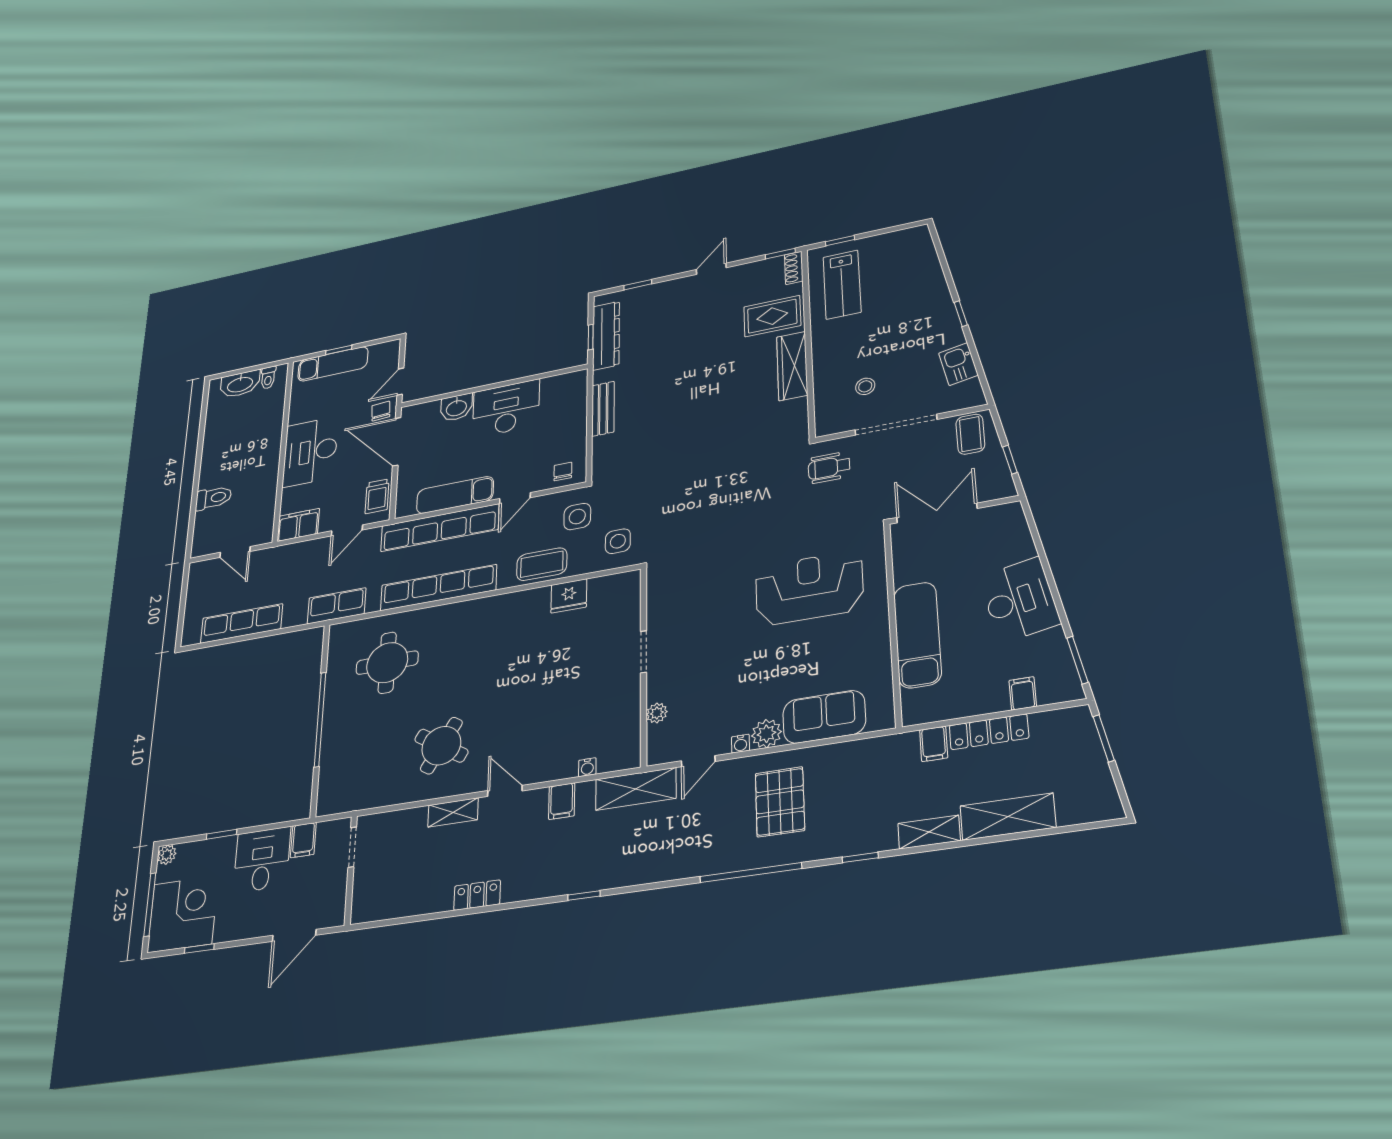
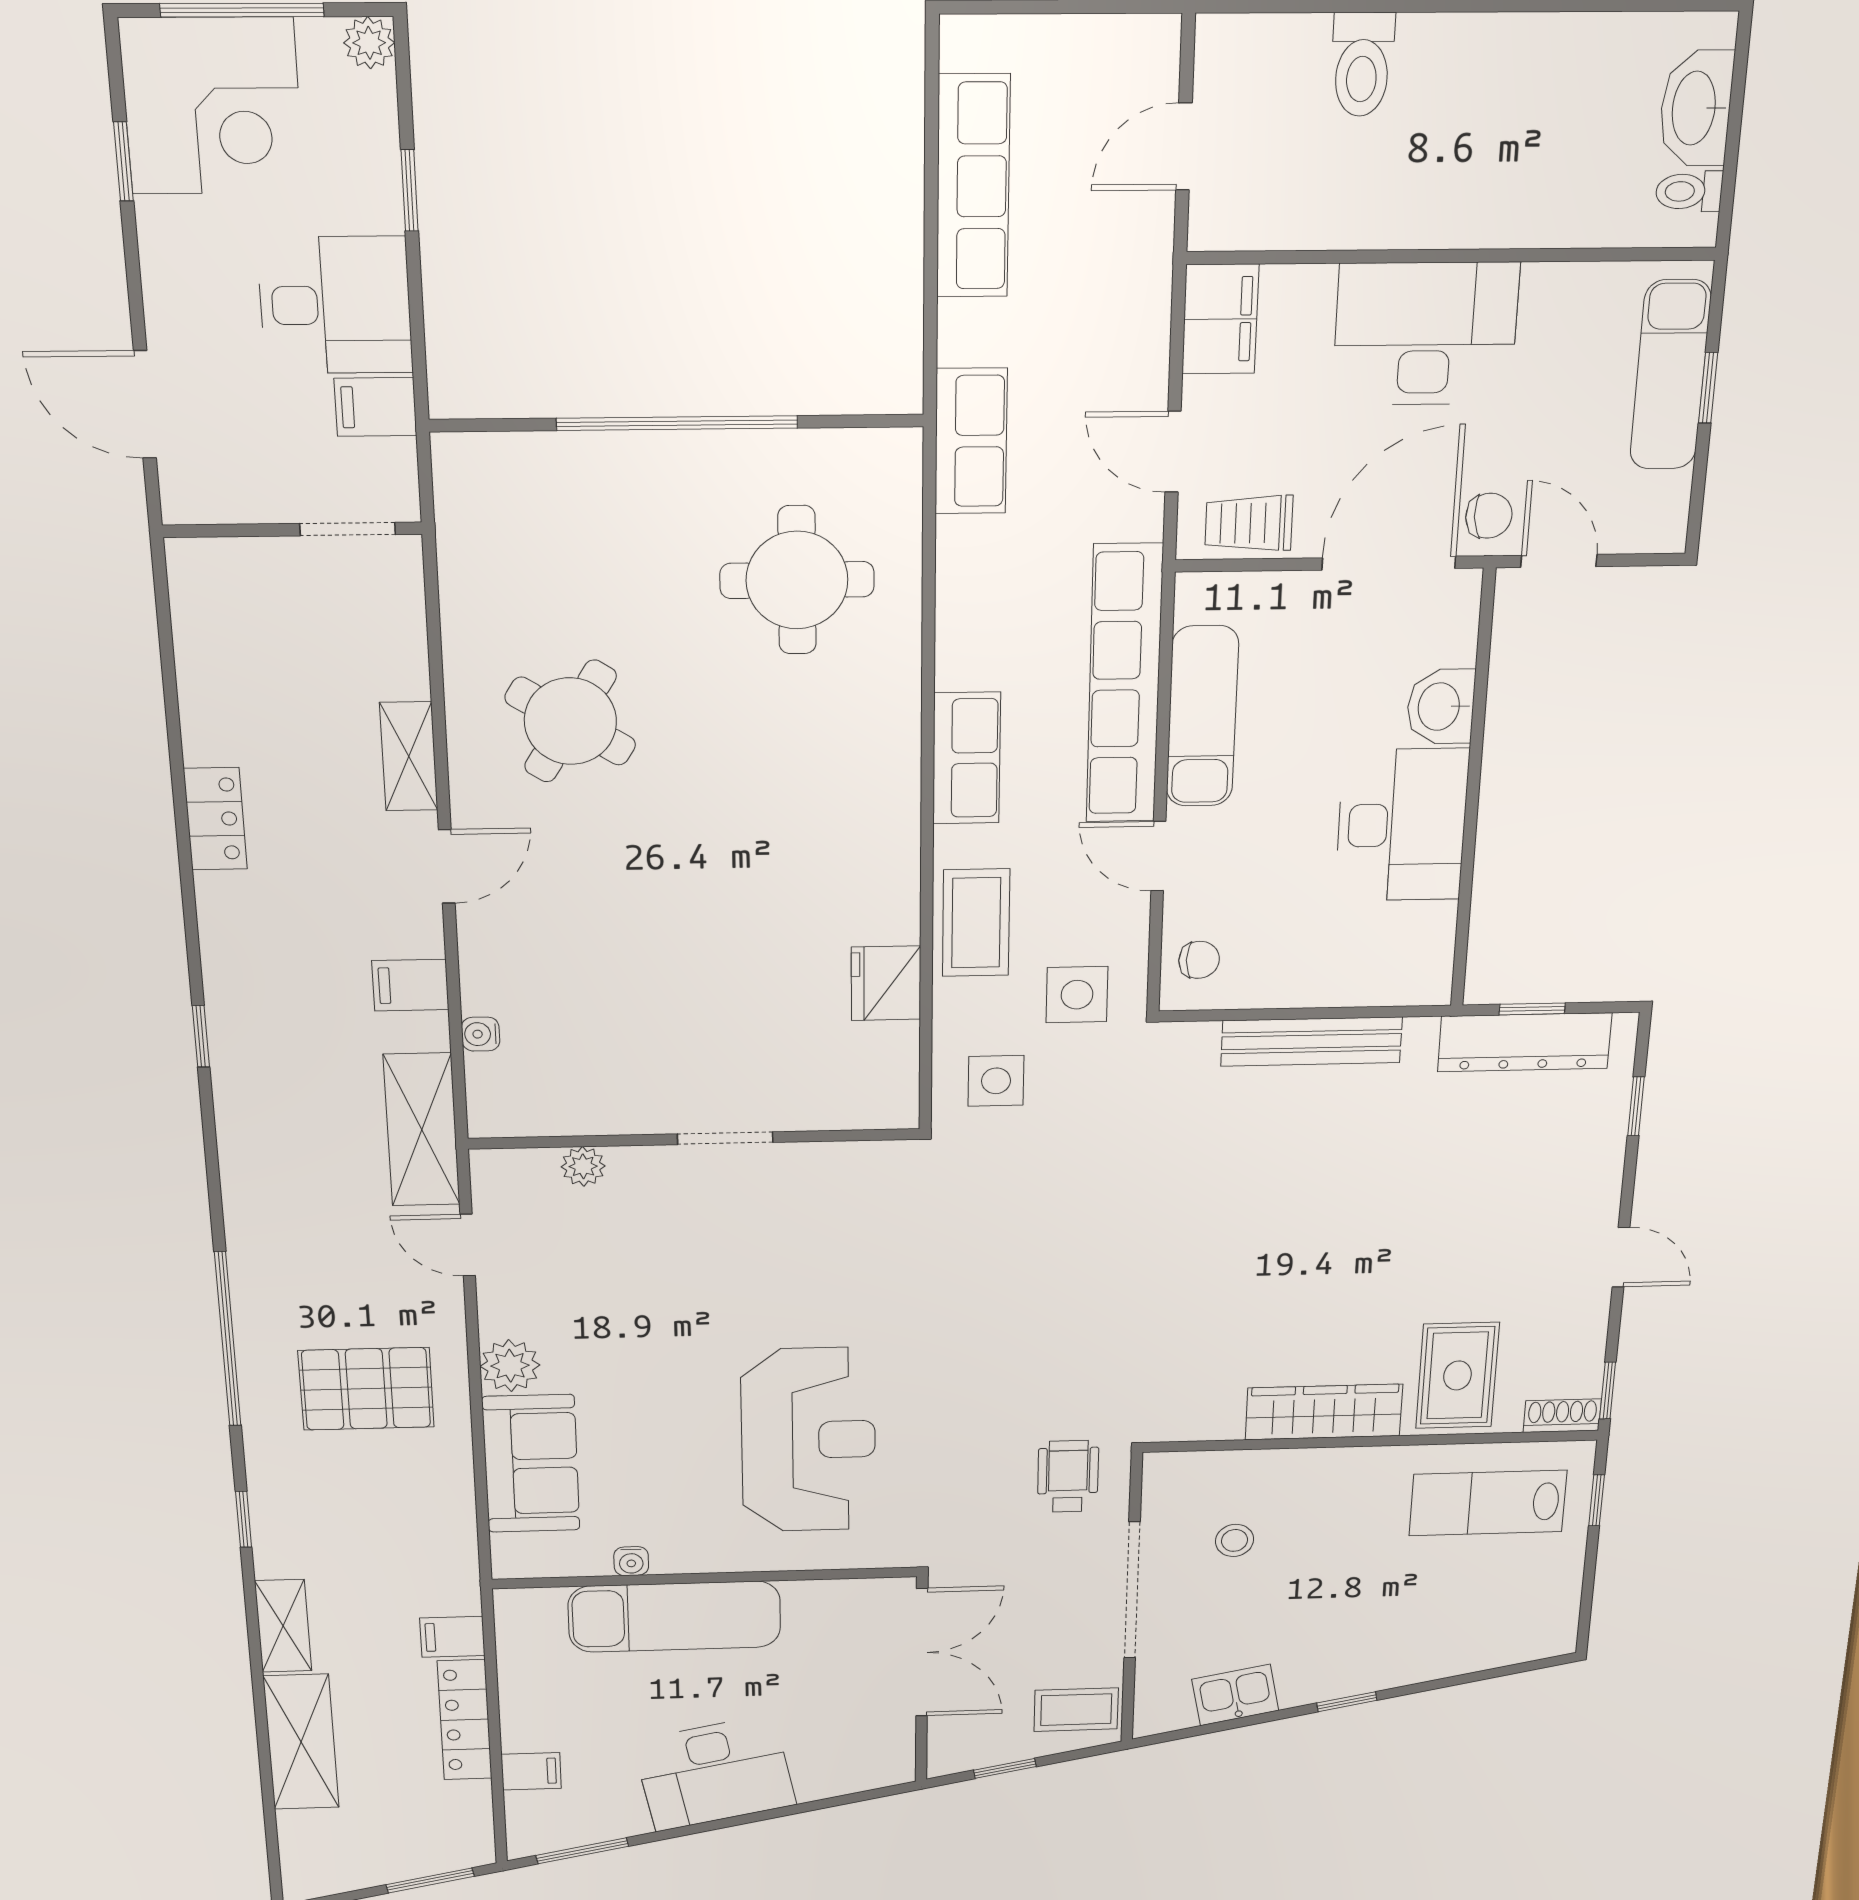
bench: (603, 409) -> (1312, 1042), width x1.36
row of seats: (438, 588) -> (967, 758), width x0.50
water cooler: (741, 744) -> (631, 1561), moved, turned -90

